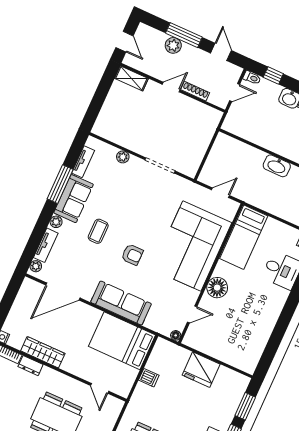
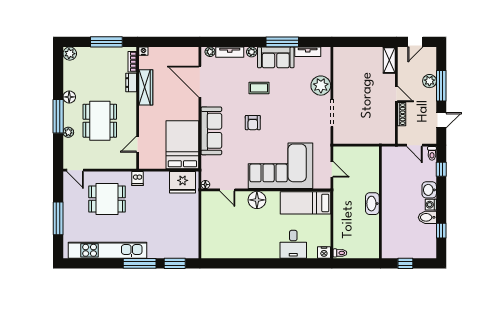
plant: (123, 157) -> (321, 86), width x1.88, depth x1.88
fridge: (201, 370) -> (183, 182), moved, turned -90
dishwasher: (149, 378) -> (137, 178), moved

